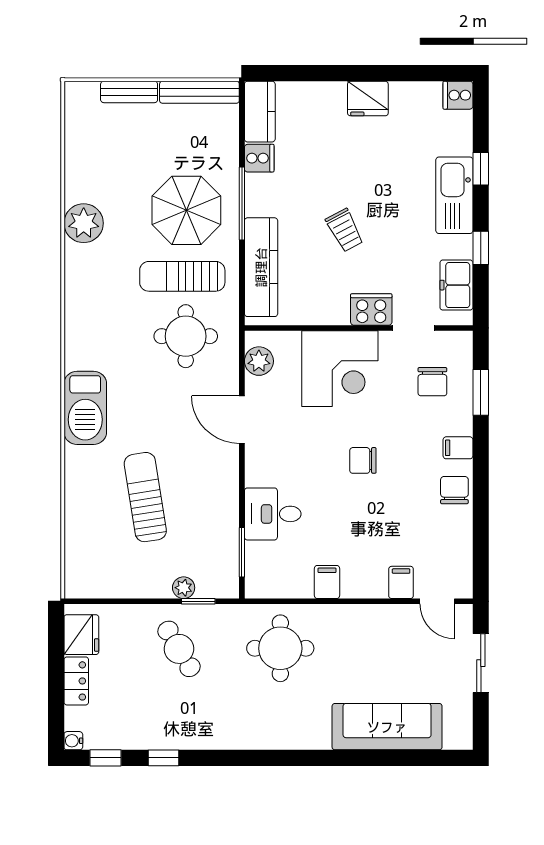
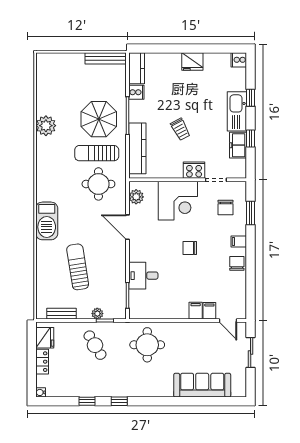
bench: (129, 92) -> (61, 314), moved
freezer: (456, 285) -> (238, 145), moved
filing cabinet: (327, 582) -> (196, 311), moved
window: (106, 758) -> (119, 401), moved

